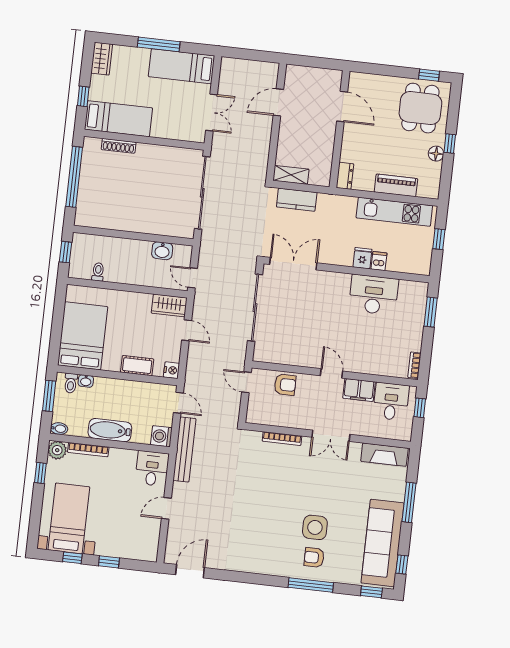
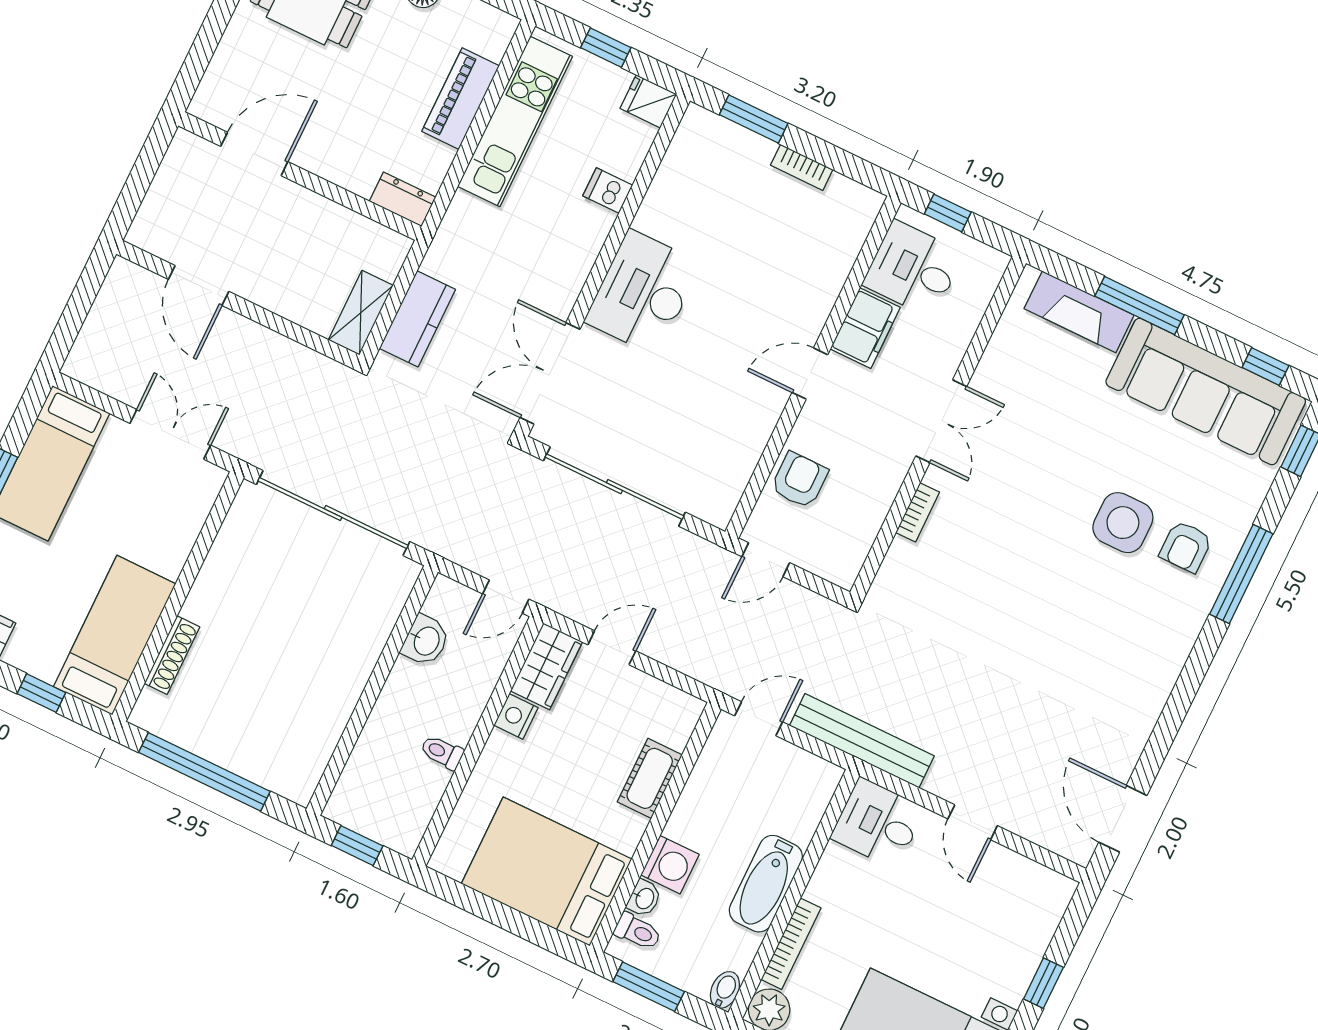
fridge: (362, 258) -> (648, 101), moved
toilet: (98, 272) -> (442, 752), moved
desk: (374, 295) -> (643, 293), moved
bookcase: (414, 365) -> (802, 167), moved
nightstand: (171, 370) -> (516, 716), moved, turned -90
washing machine: (161, 436) -> (670, 865), moved, turned -90
bookcase: (282, 439) -> (918, 512), width x0.64
fireplace: (384, 455) -> (1079, 312), moved, turned 90

